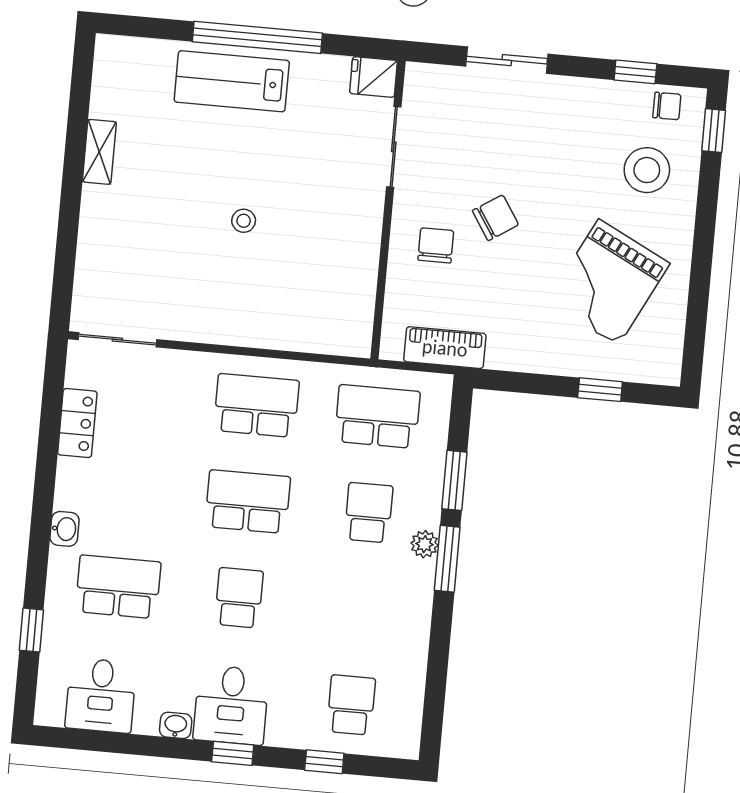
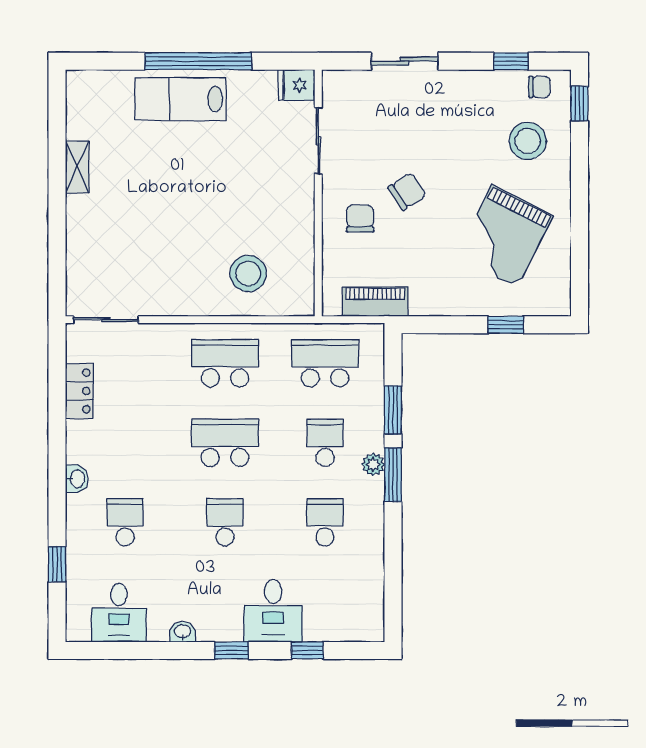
stool: (244, 221) -> (248, 273), moved, width x1.89, depth x1.89
school desk: (118, 587) -> (125, 522), width x0.54
desk: (231, 705) -> (273, 611), moved
school desk: (351, 705) -> (325, 522), moved

